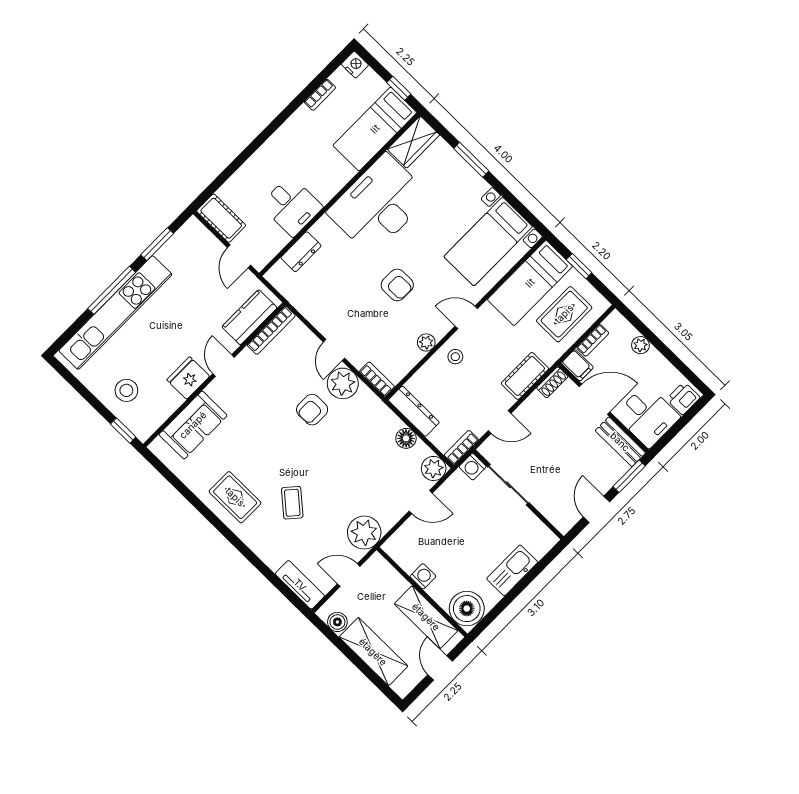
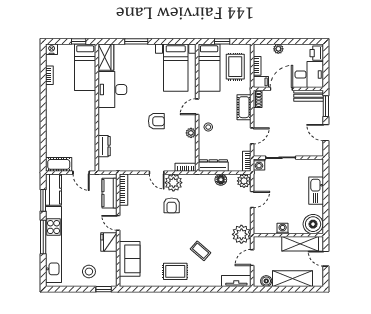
desk: (379, 204) -> (112, 90), width x0.73, depth x0.77
desk: (292, 206) -> (82, 131), removed
kitchen counter: (183, 244) -> (54, 190), added

